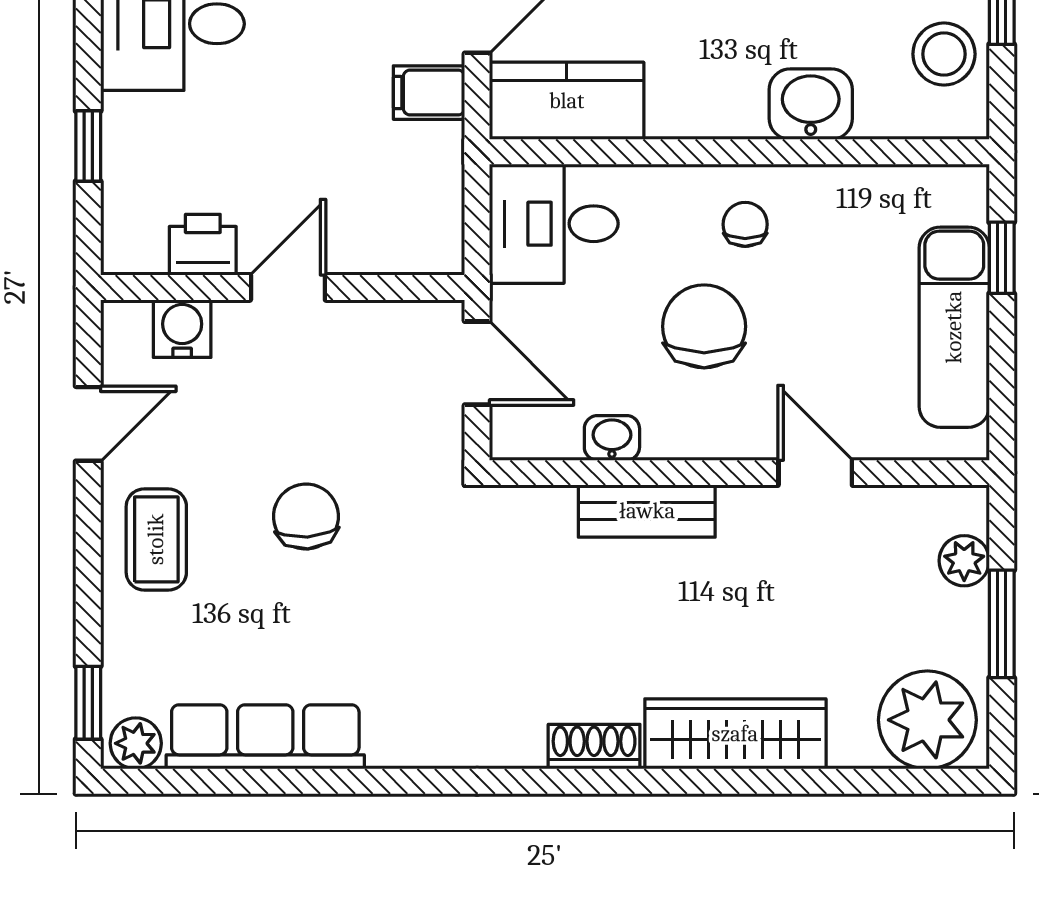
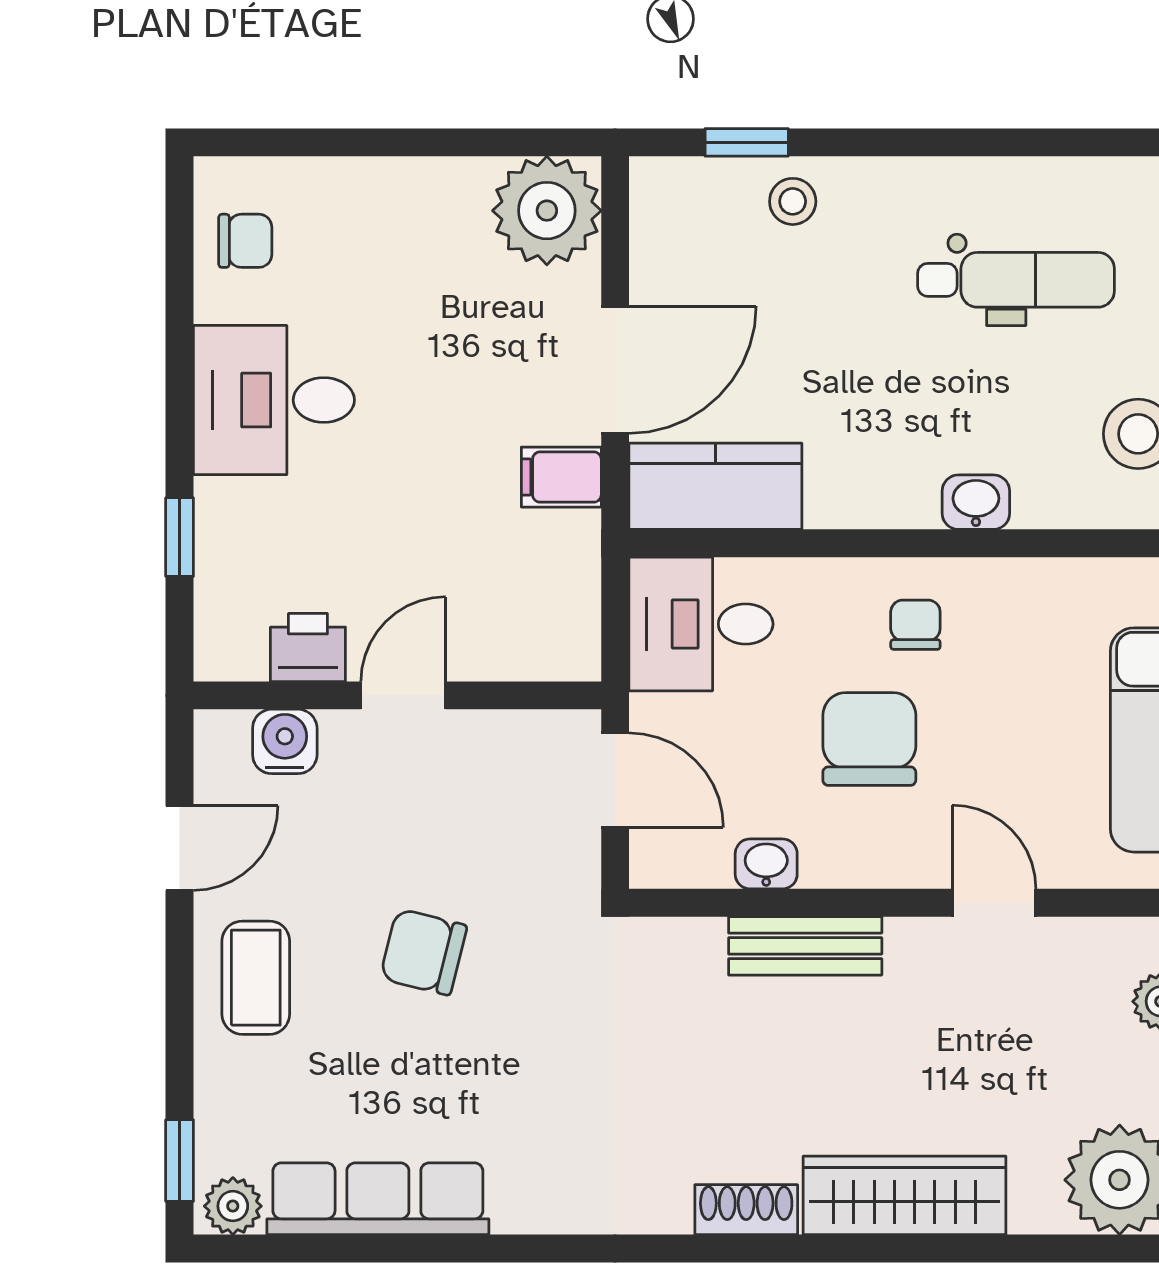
washbasin: (811, 104) -> (976, 502), width x0.72, depth x0.69
chair: (306, 517) -> (423, 952), turned -72

